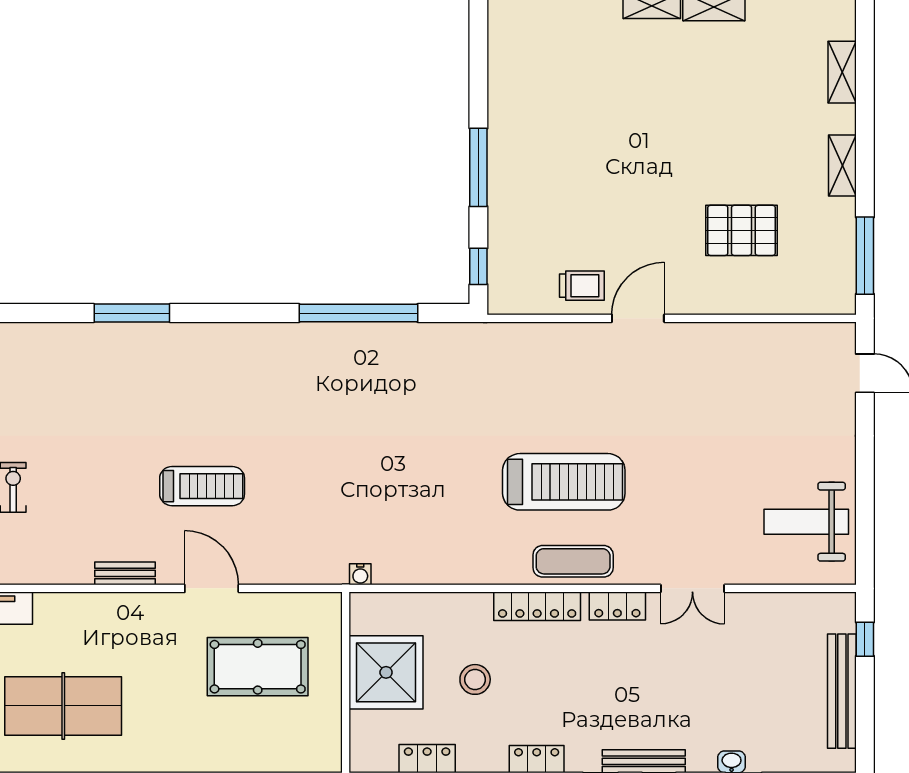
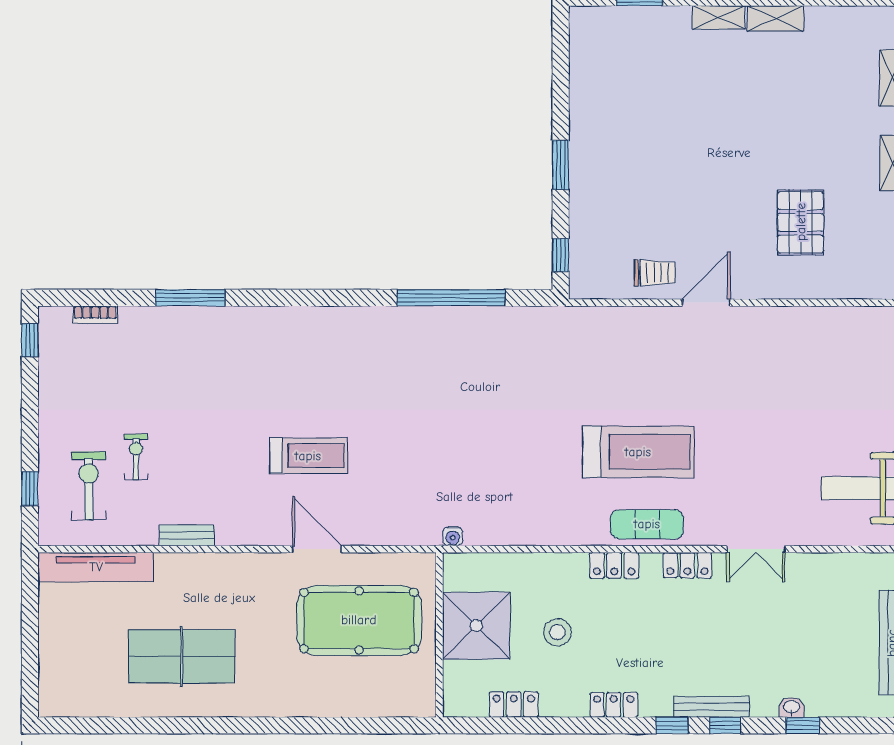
window: (478, 167) -> (561, 165), width x0.69
pallet: (742, 230) -> (801, 222), turned 90
window: (132, 313) -> (190, 298), moved
bench: (125, 573) -> (187, 535), moved
locker: (537, 606) -> (614, 565), width x0.66
pool table: (258, 667) -> (359, 620), width x1.36, depth x1.32

